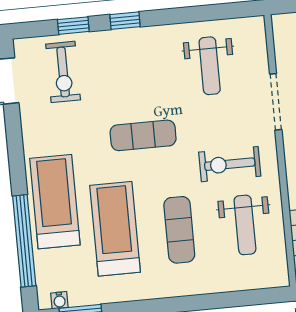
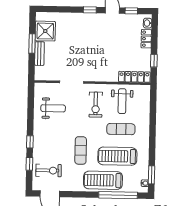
exercise mat: (143, 135) -> (81, 150), moved
weight bench: (245, 225) -> (122, 101), turned 90

